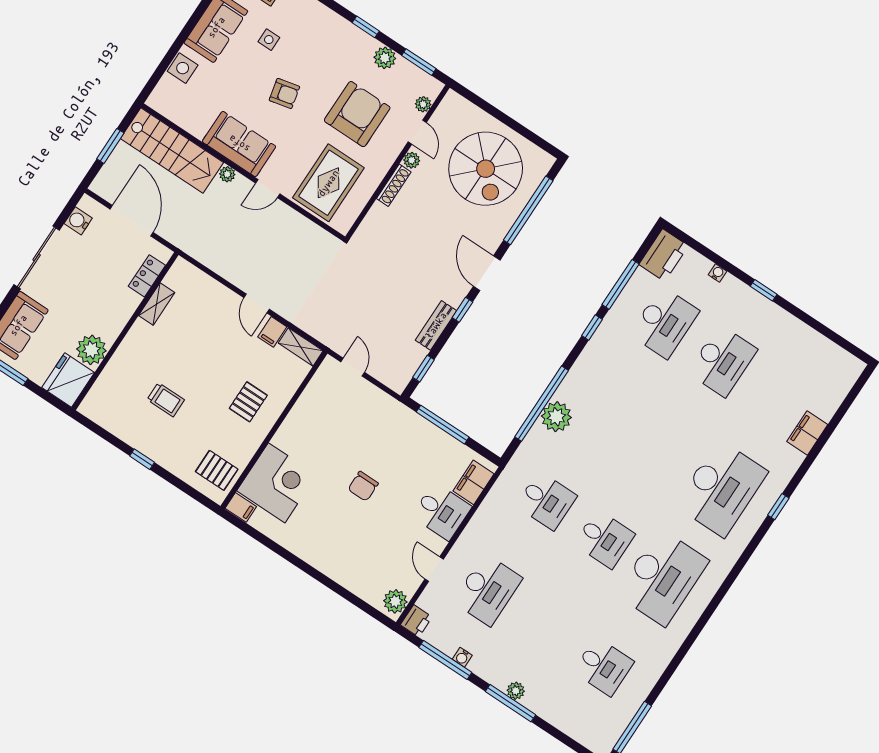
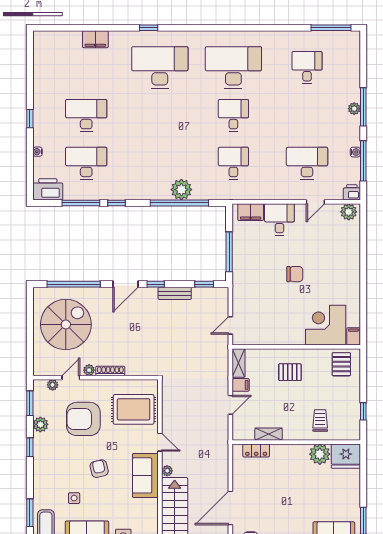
locker: (147, 276) -> (256, 450), moved
shelving: (157, 304) -> (269, 434), moved
wall: (125, 331) -> (296, 442), moved
plant: (91, 350) -> (320, 454), moved
fridge: (68, 380) -> (346, 456), moved

